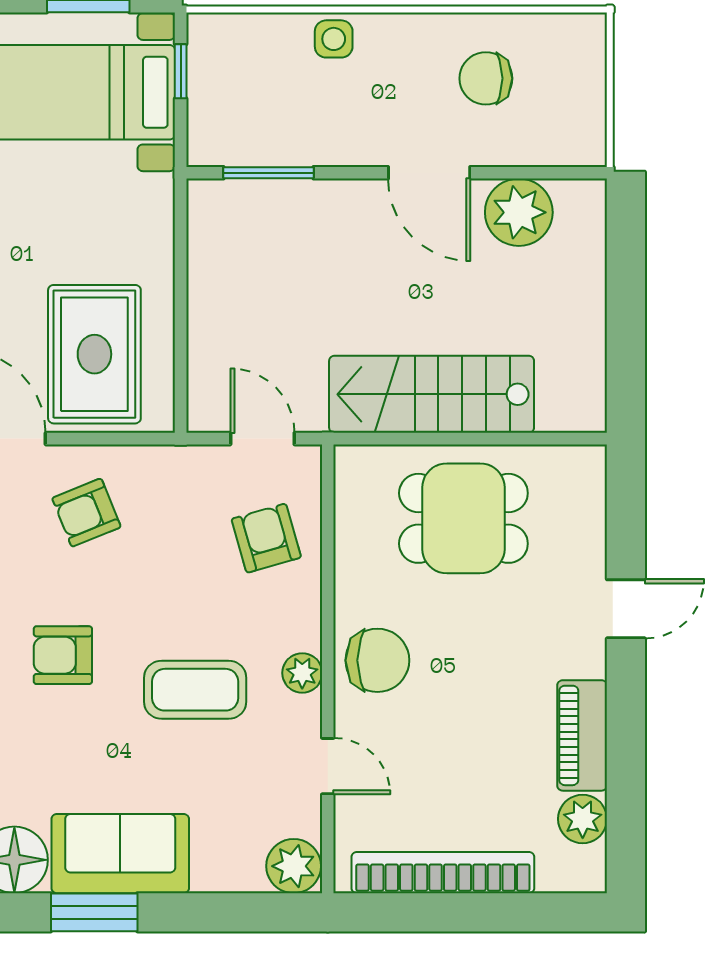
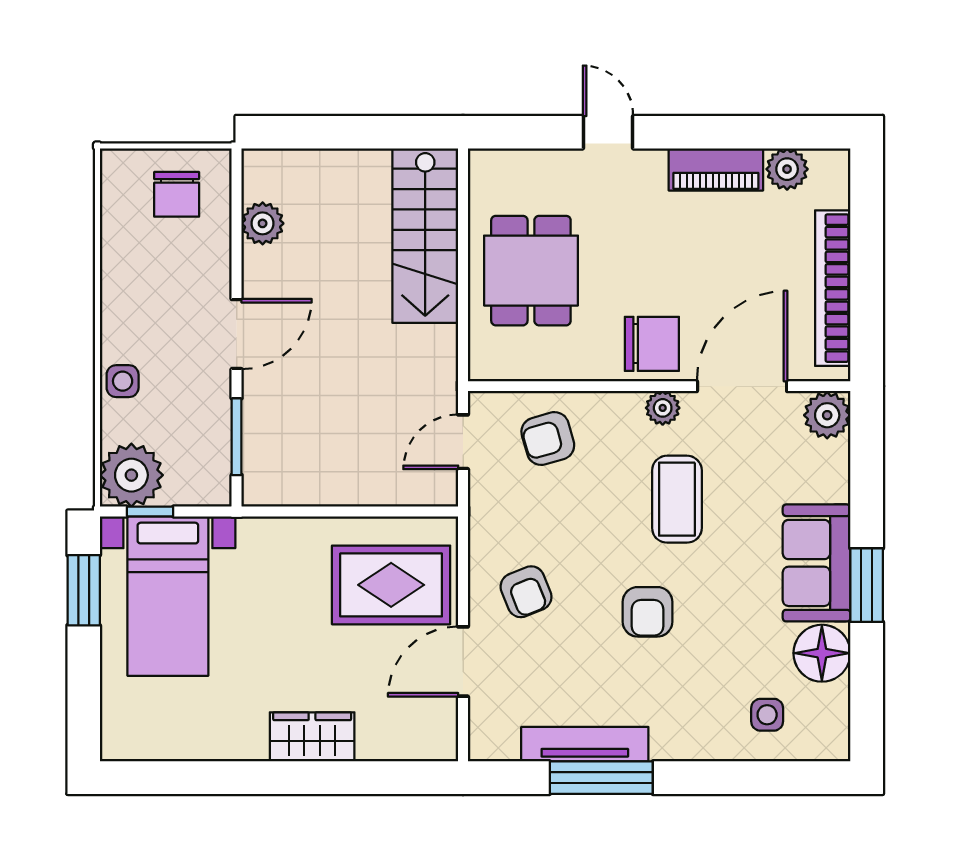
plant: (223, 49) -> (131, 475), added
chair: (486, 78) -> (177, 194), moved
door: (429, 173) -> (237, 334), moved
plant: (519, 212) -> (263, 223), width x0.73, depth x0.73
stairs: (432, 394) -> (425, 236), moved
chair: (377, 660) -> (652, 344), turned 90
door: (328, 766) -> (742, 386), width x1.88

